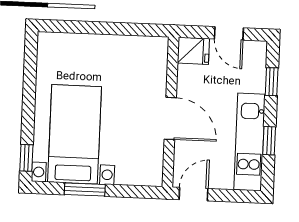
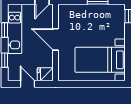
bed with nightstands: (75, 134) -> (100, 60), moved, turned 90

